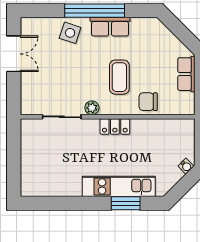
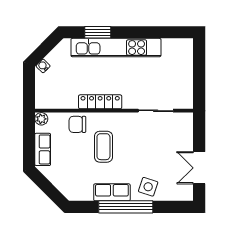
chair: (148, 102) -> (77, 124), turned 180
plant: (92, 108) -> (41, 119), moved
locker: (115, 127) -> (100, 102), width x1.53
kitchen unit: (119, 186) -> (116, 48), width x1.36

